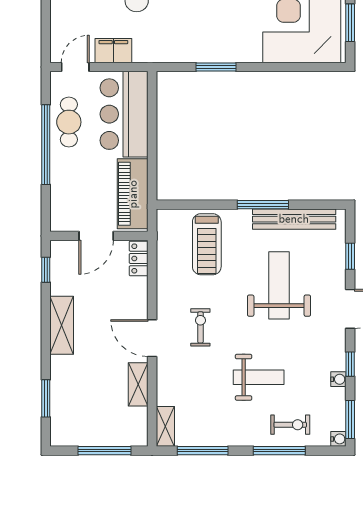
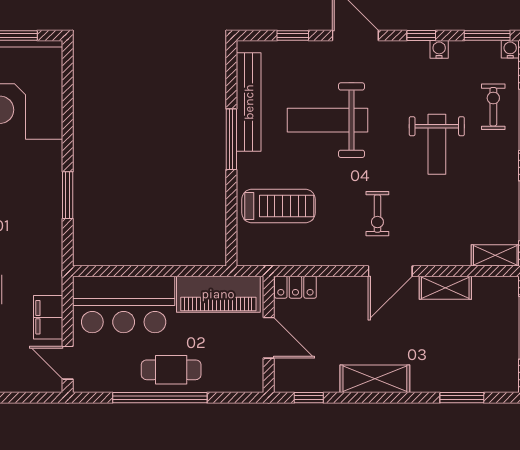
cafe table: (69, 122) -> (171, 370), moved
exercise bike: (200, 327) -> (377, 214), turned -90
weight bench: (259, 377) -> (437, 144), turned 180

